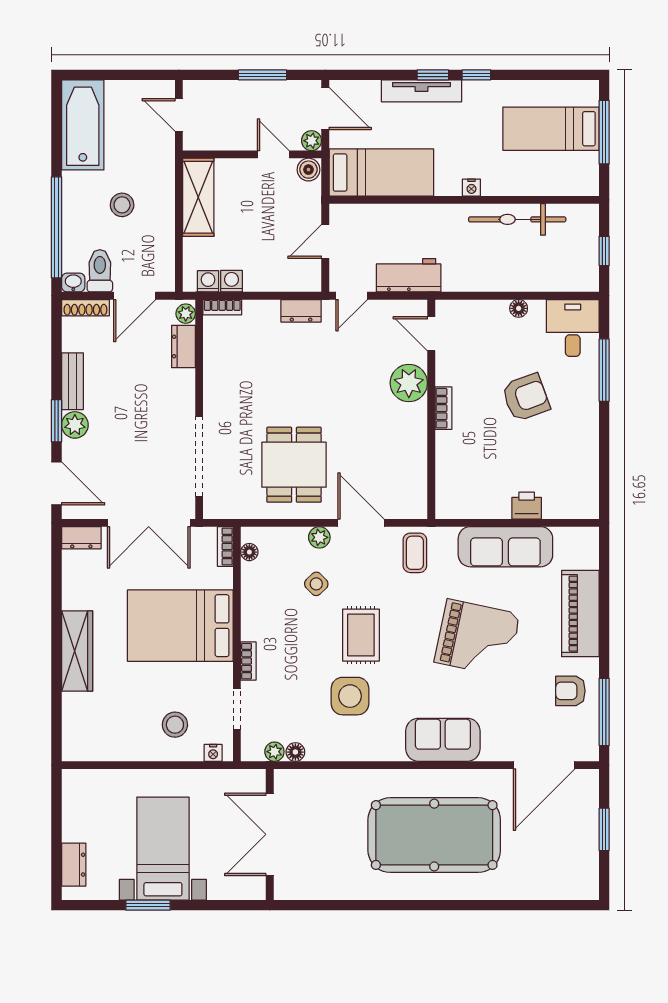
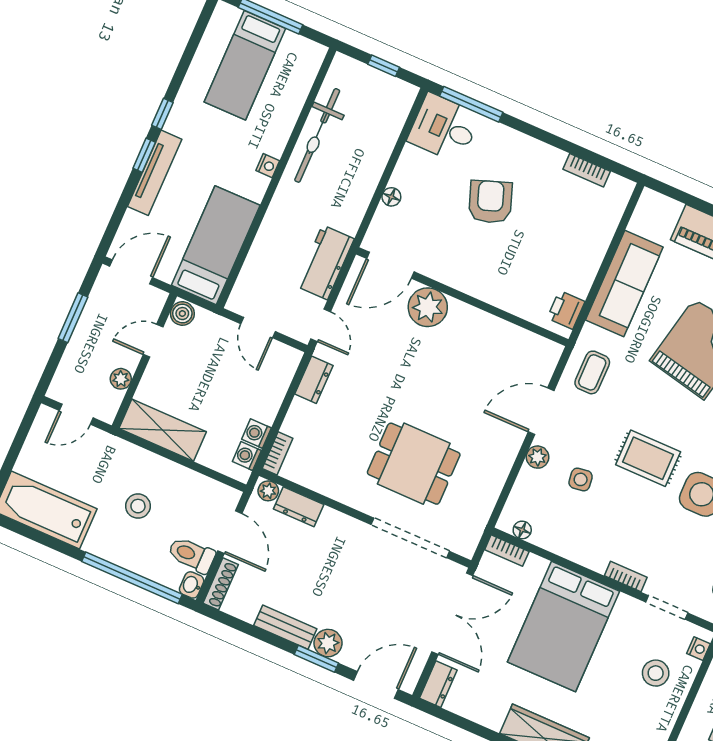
plant: (312, 141) -> (121, 379), moved
floor lamp: (519, 308) -> (391, 197), moved
door: (431, 334) -> (390, 265), width x1.38
window: (604, 370) -> (471, 104), moved
bookcase: (444, 408) -> (587, 170), moved, turned 180
dining table: (294, 465) -> (414, 464), moved
printer: (527, 506) -> (566, 310), moved
coffee table: (415, 553) -> (592, 372), turned 90
side table: (316, 584) -> (581, 479), turned 36

